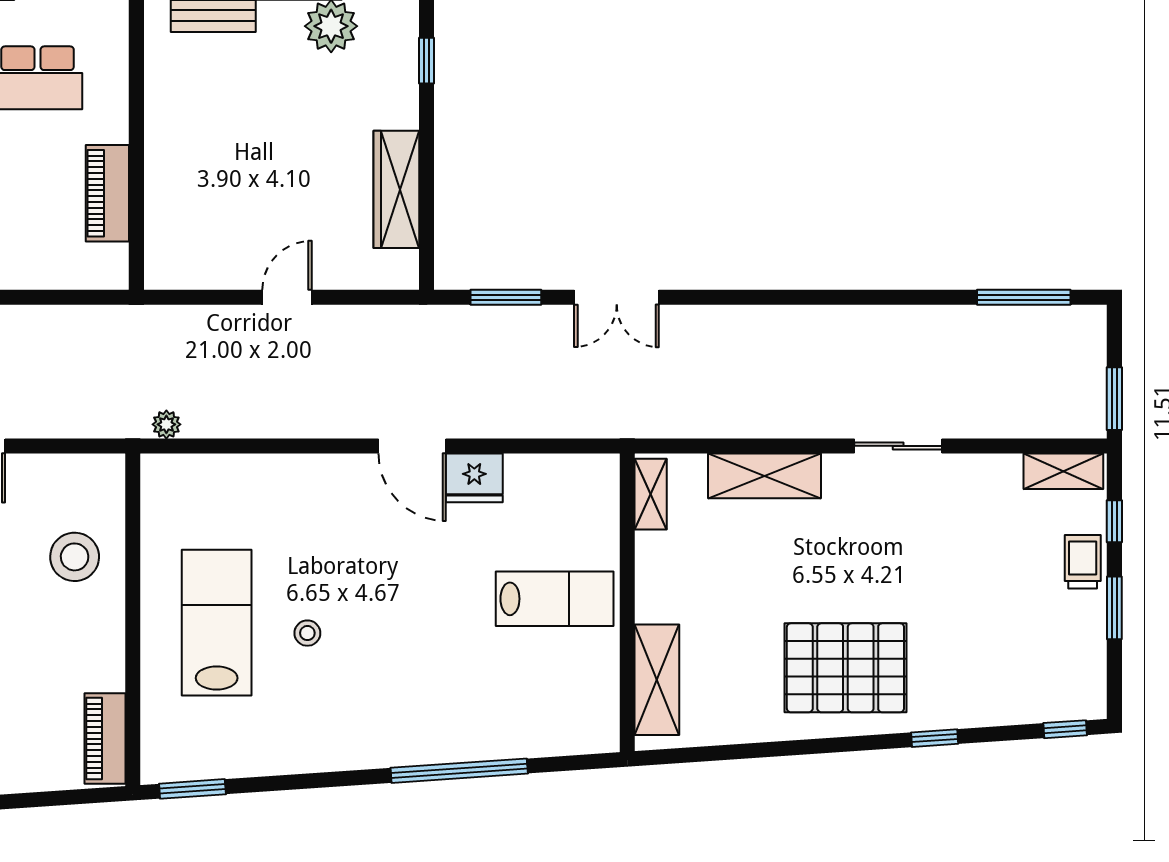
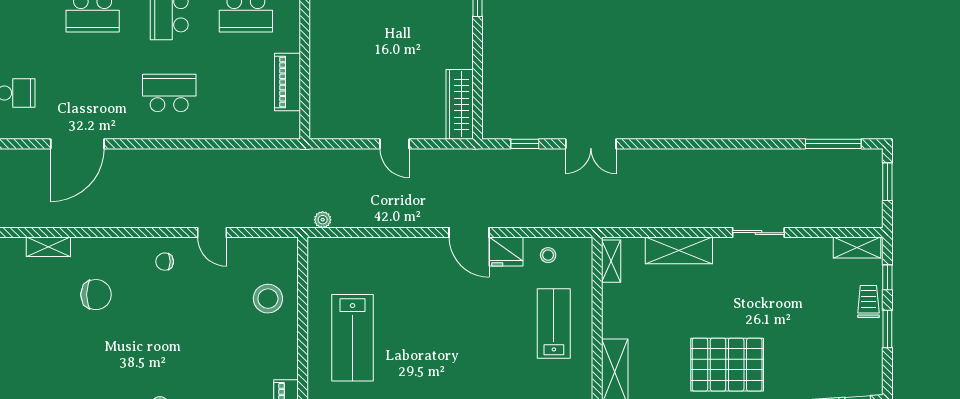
wardrobe: (396, 189) -> (460, 104), moved
door: (287, 297) -> (395, 144), swing flipped
window: (506, 297) -> (525, 144), width x0.67
window: (1114, 399) -> (887, 182), moved
lab bench: (555, 599) -> (554, 324), turned -90
lab bench: (217, 623) -> (353, 338), turned 180
stool: (307, 633) -> (548, 255), moved

